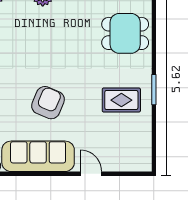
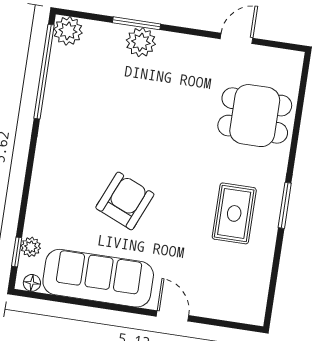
rug: (121, 100) -> (234, 213), turned 90

